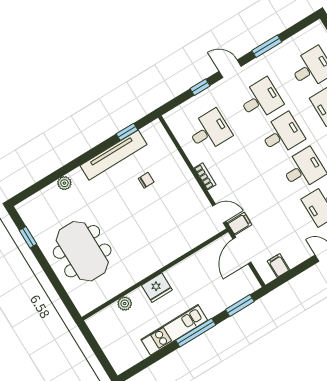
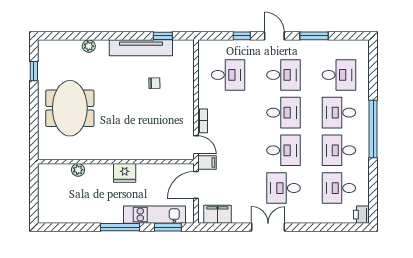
bookcase: (205, 176) -> (203, 121), moved
filing cabinet: (278, 266) -> (217, 214), width x2.00
fridge: (157, 288) -> (125, 173), moved
kitchen unit: (174, 330) -> (154, 215), moved

